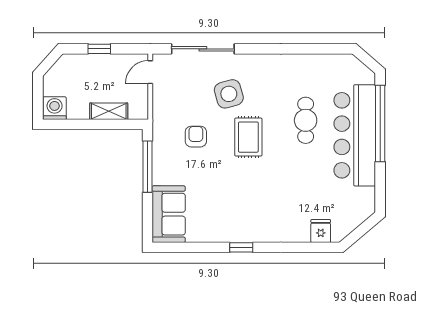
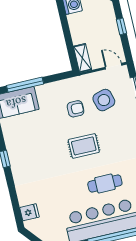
side table: (229, 94) -> (104, 100), moved
shelving: (109, 111) -> (82, 58), moved
window: (147, 167) -> (25, 85), moved

